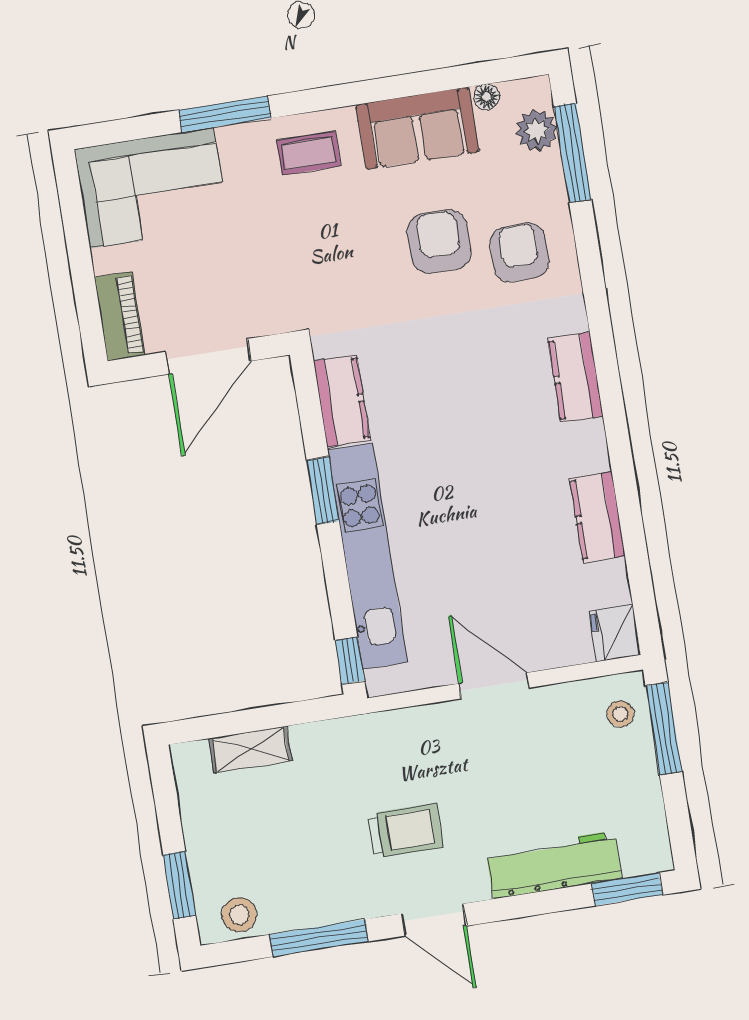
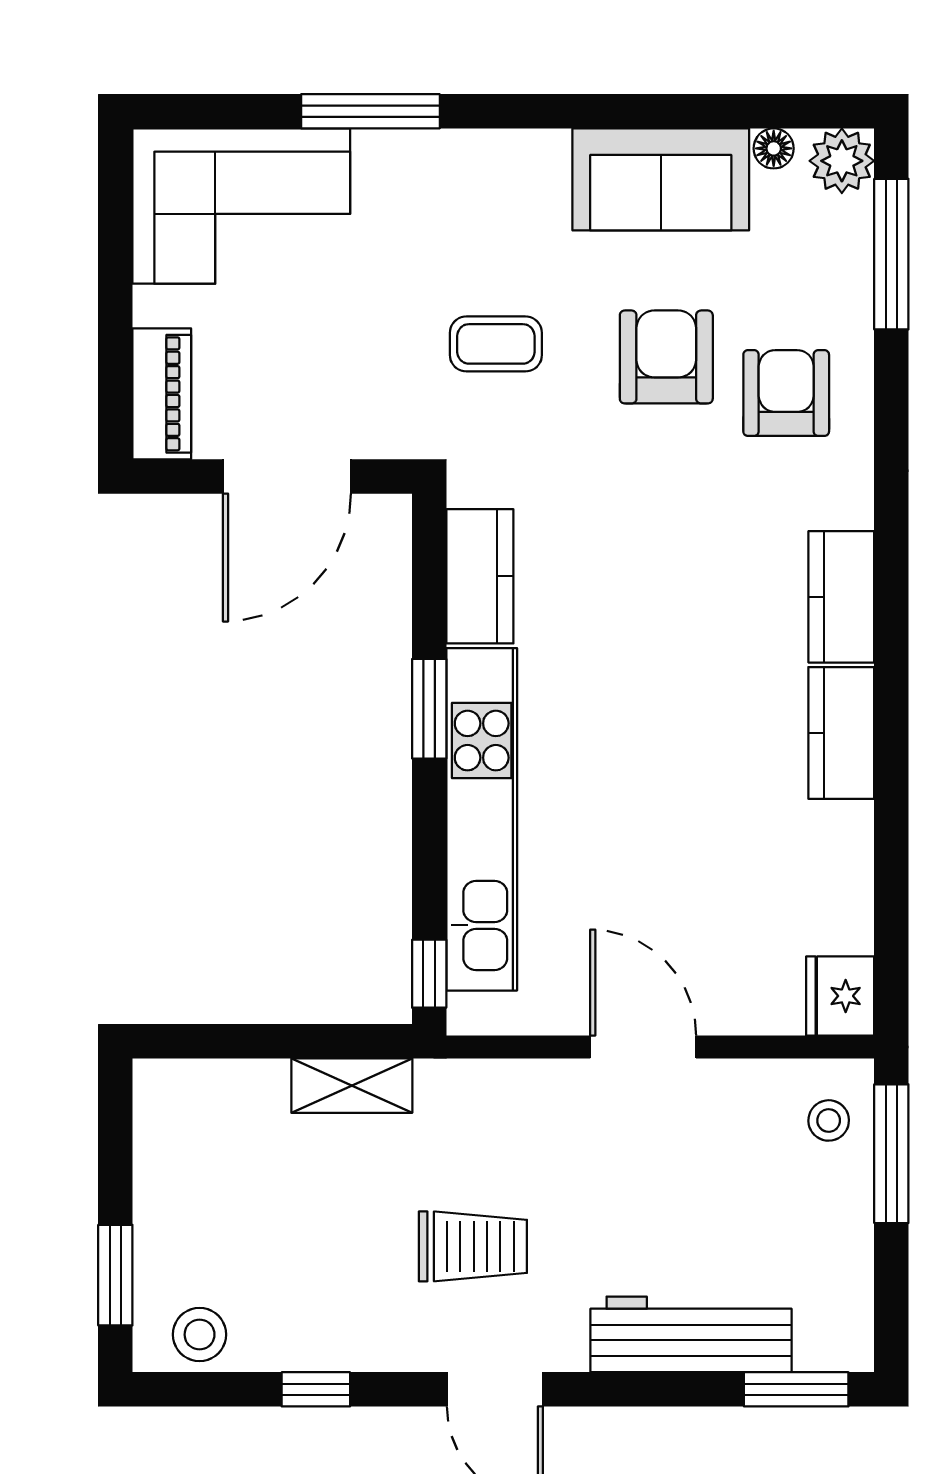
plant: (537, 130) -> (842, 161), moved
coffee table: (309, 153) -> (496, 344), moved
kitchen counter: (597, 517) -> (841, 733), moved
shelving: (250, 750) -> (352, 1086), moved
window: (319, 938) -> (316, 1389), width x0.46

